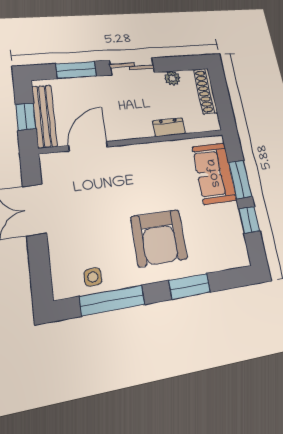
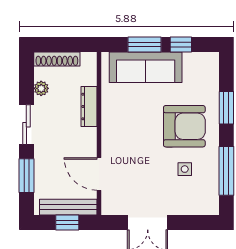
dresser: (169, 127) -> (89, 107), width x1.44
sofa: (214, 173) -> (146, 67), width x1.36
side table: (93, 277) -> (185, 169), moved

